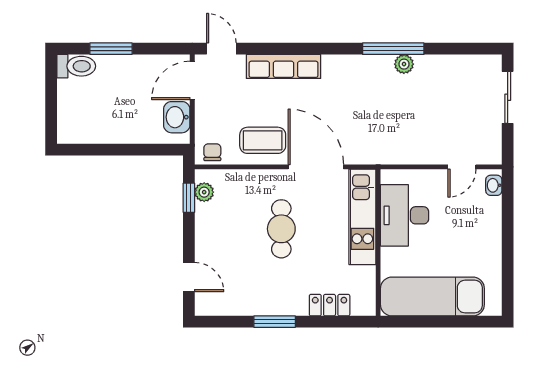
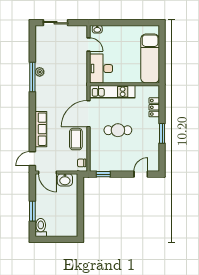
plant: (204, 192) -> (100, 167), removed
desk: (405, 215) -> (101, 69), moved, turned 90

